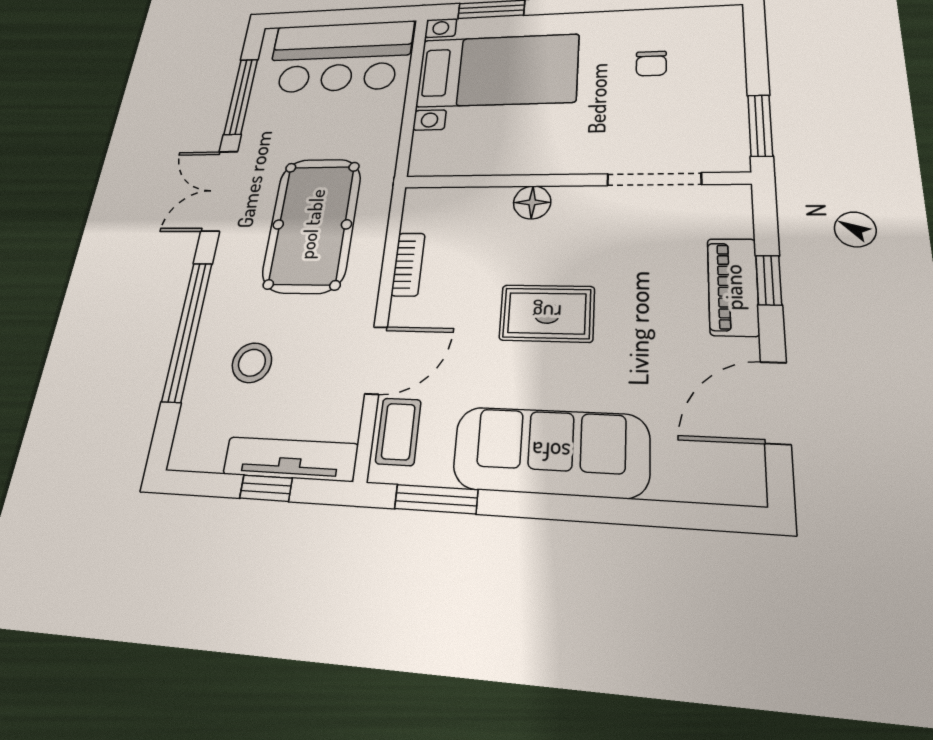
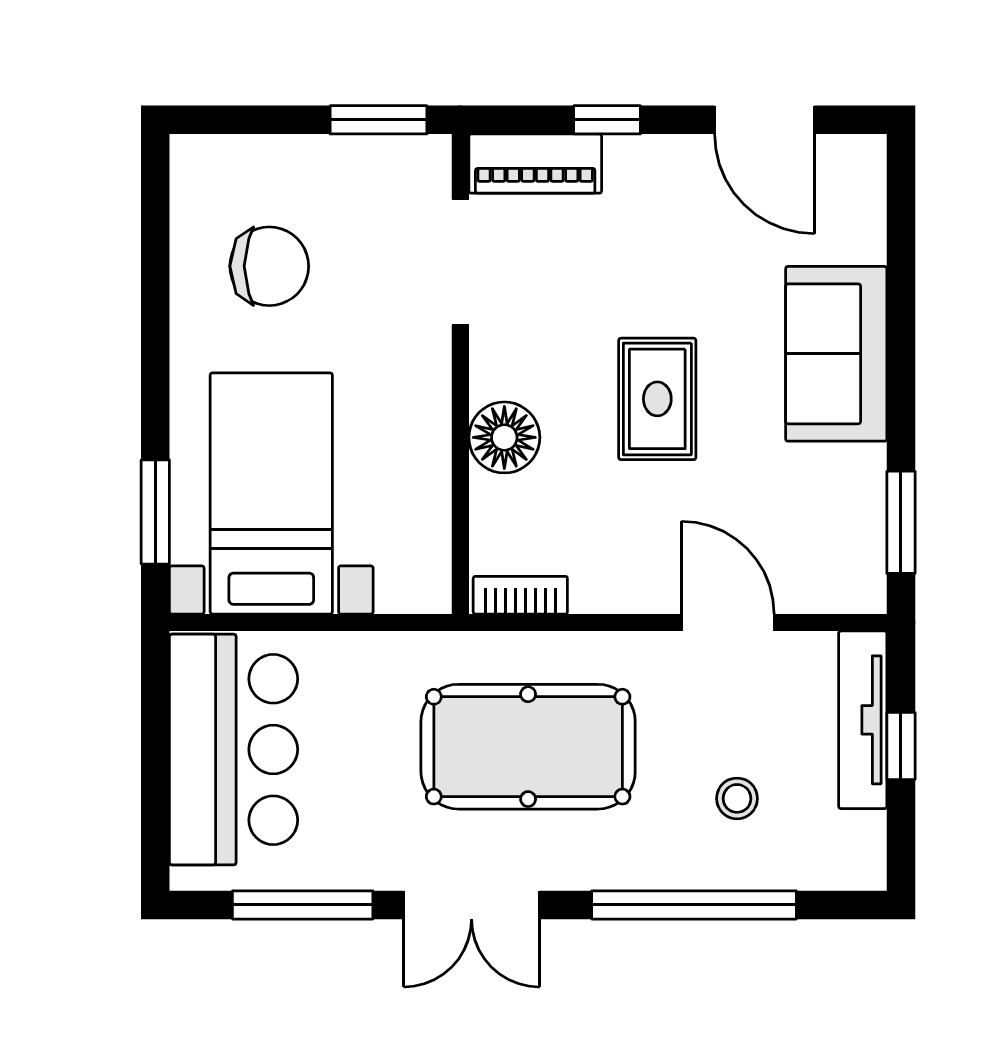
chair: (651, 64) -> (269, 266), width x1.87, depth x1.87
floor lamp: (532, 202) -> (504, 437), width x1.38, depth x1.38
bookcase: (408, 264) -> (520, 595), moved
piano: (733, 287) -> (535, 164), moved
stool: (252, 363) -> (737, 798), width x0.73, depth x0.73
coffee table: (398, 432) -> (821, 581), removed
sofa: (551, 452) -> (836, 354), width x0.73

